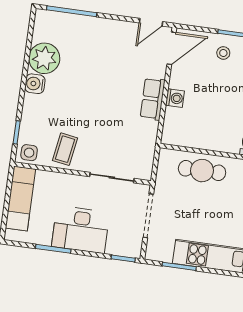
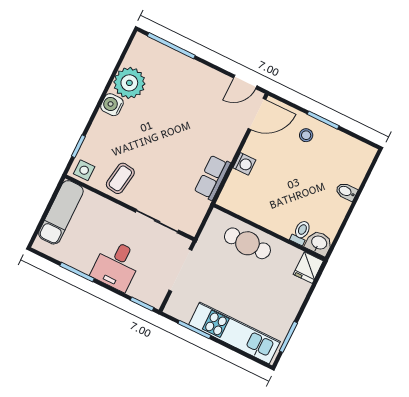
row of seats: (153, 99) -> (212, 177), moved
desk: (81, 230) -> (117, 265), width x0.73

